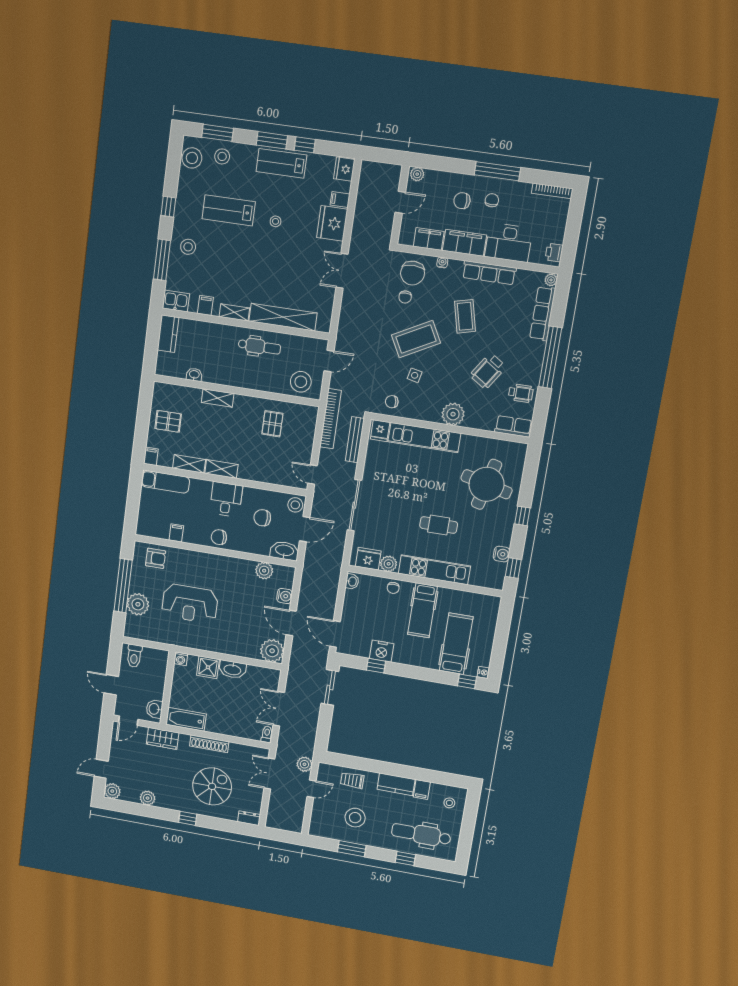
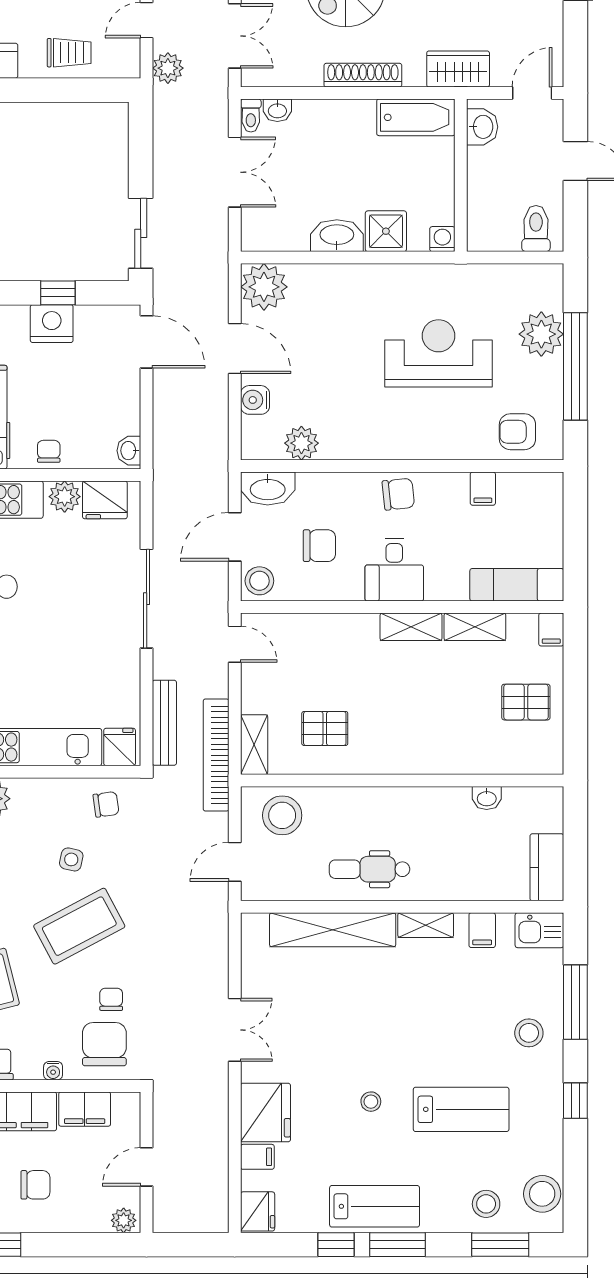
shelving: (218, 398) -> (254, 745), moved, turned 90
pallet: (272, 424) -> (325, 728), turned 90
washbasin: (253, 735) -> (277, 110), added

